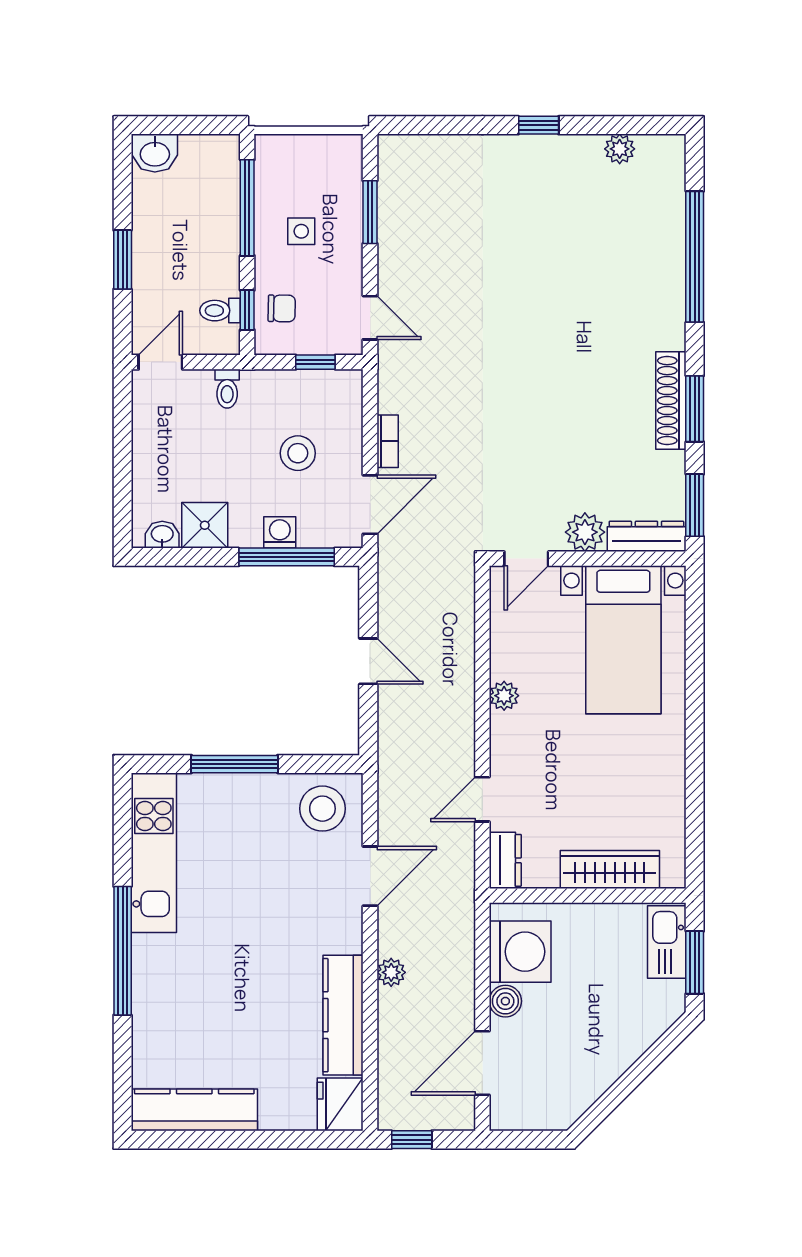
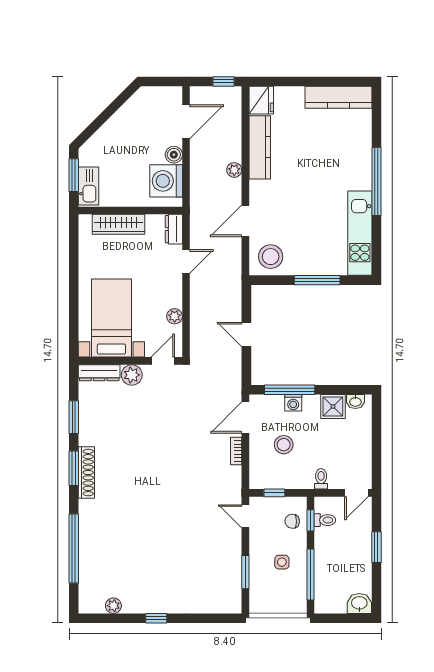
plant: (585, 532) -> (132, 375), moved
dresser: (646, 536) -> (99, 373), moved
door: (526, 559) -> (163, 361), moved
wall: (588, 559) -> (130, 361), moved
bed with nightstands: (623, 640) -> (111, 318), moved

